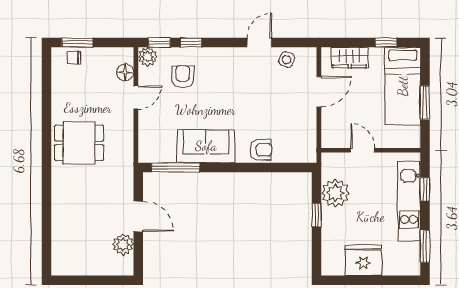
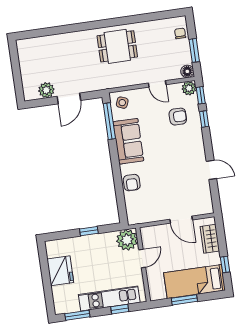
window: (77, 42) -> (194, 50), moved
side table: (287, 60) -> (122, 103), moved
floor lamp: (125, 72) -> (187, 71), moved
dining table: (79, 143) -> (117, 46), turned 90
plant: (335, 193) -> (127, 240), moved

